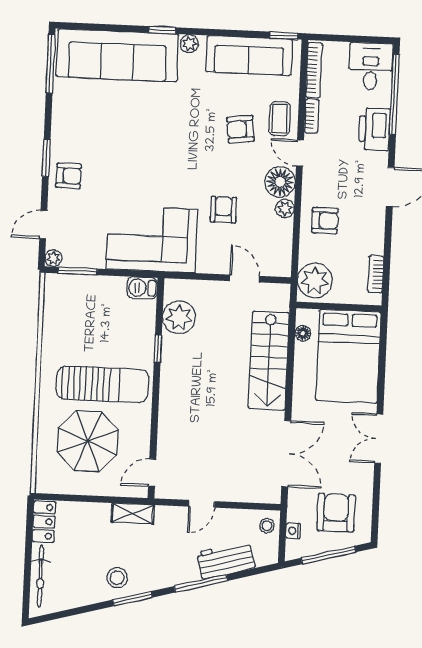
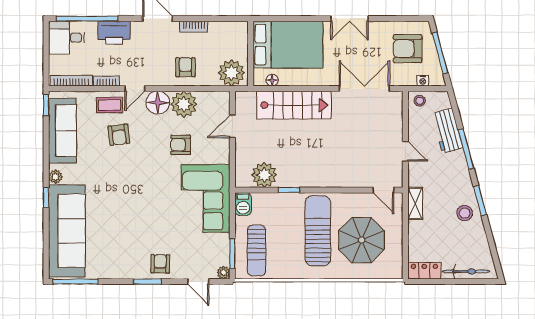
plant: (285, 208) -> (184, 104), width x1.87, depth x1.87
bookcase: (376, 274) -> (194, 27), moved
sun lounger: (80, 303) -> (257, 250), added

